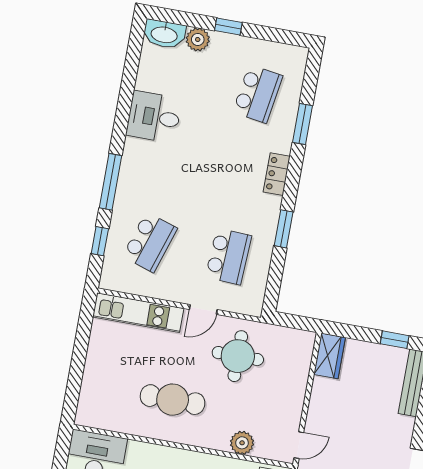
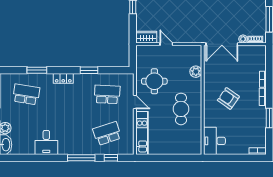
school desk: (150, 242) -> (107, 134), turned -36
door: (299, 445) -> (166, 44), moved

